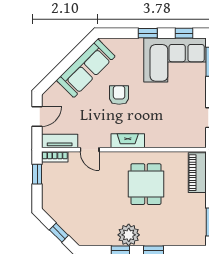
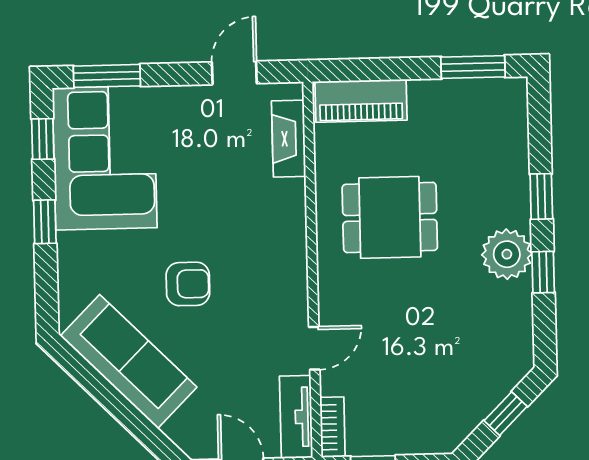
armchair: (119, 95) -> (188, 284), turned 180
fireplace: (128, 141) -> (289, 139), moved

